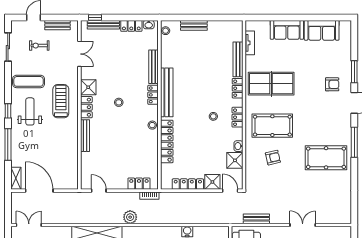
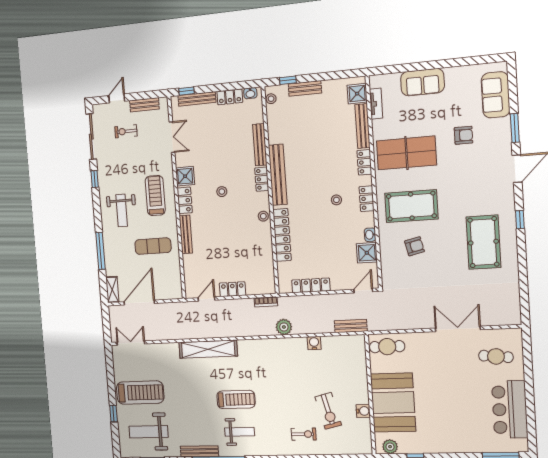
window: (180, 17) -> (288, 80), added
sofa: (322, 30) -> (496, 95), moved, turned 90
sliding door: (8, 47) -> (91, 137), width x1.37
exercise mat: (29, 81) -> (153, 246), moved
armchair: (332, 84) -> (463, 135), moved
window: (8, 111) -> (95, 179), moved
weight bench: (30, 111) -> (122, 210), turned 180
window: (354, 142) -> (520, 220), width x0.46
pool table: (326, 158) -> (483, 242), turned 90
shower: (212, 182) -> (357, 94), moved
locker: (139, 184) -> (233, 289), moved
door: (39, 191) -> (139, 303), hinge flipped
door: (99, 191) -> (207, 299), hinge flipped
door: (230, 191) -> (363, 291), hinge flipped
plant: (130, 217) -> (284, 327), moved
bench: (256, 219) -> (351, 326), moved
double door: (303, 225) -> (458, 329), width x1.37

